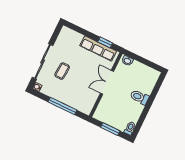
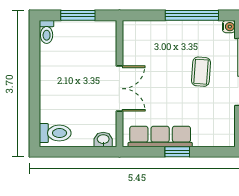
window: (105, 42) -> (177, 152), moved
toilet: (139, 97) -> (55, 133), moved
window: (62, 106) -> (192, 15), moved

